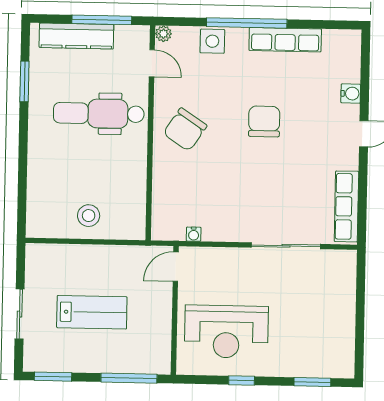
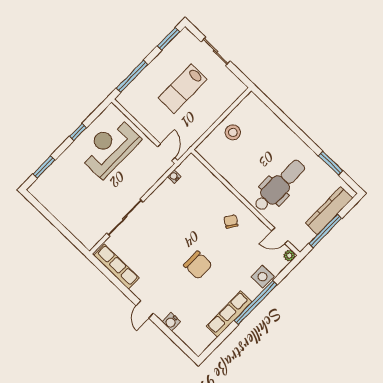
chair: (185, 129) -> (231, 221), width x0.54, depth x0.54

